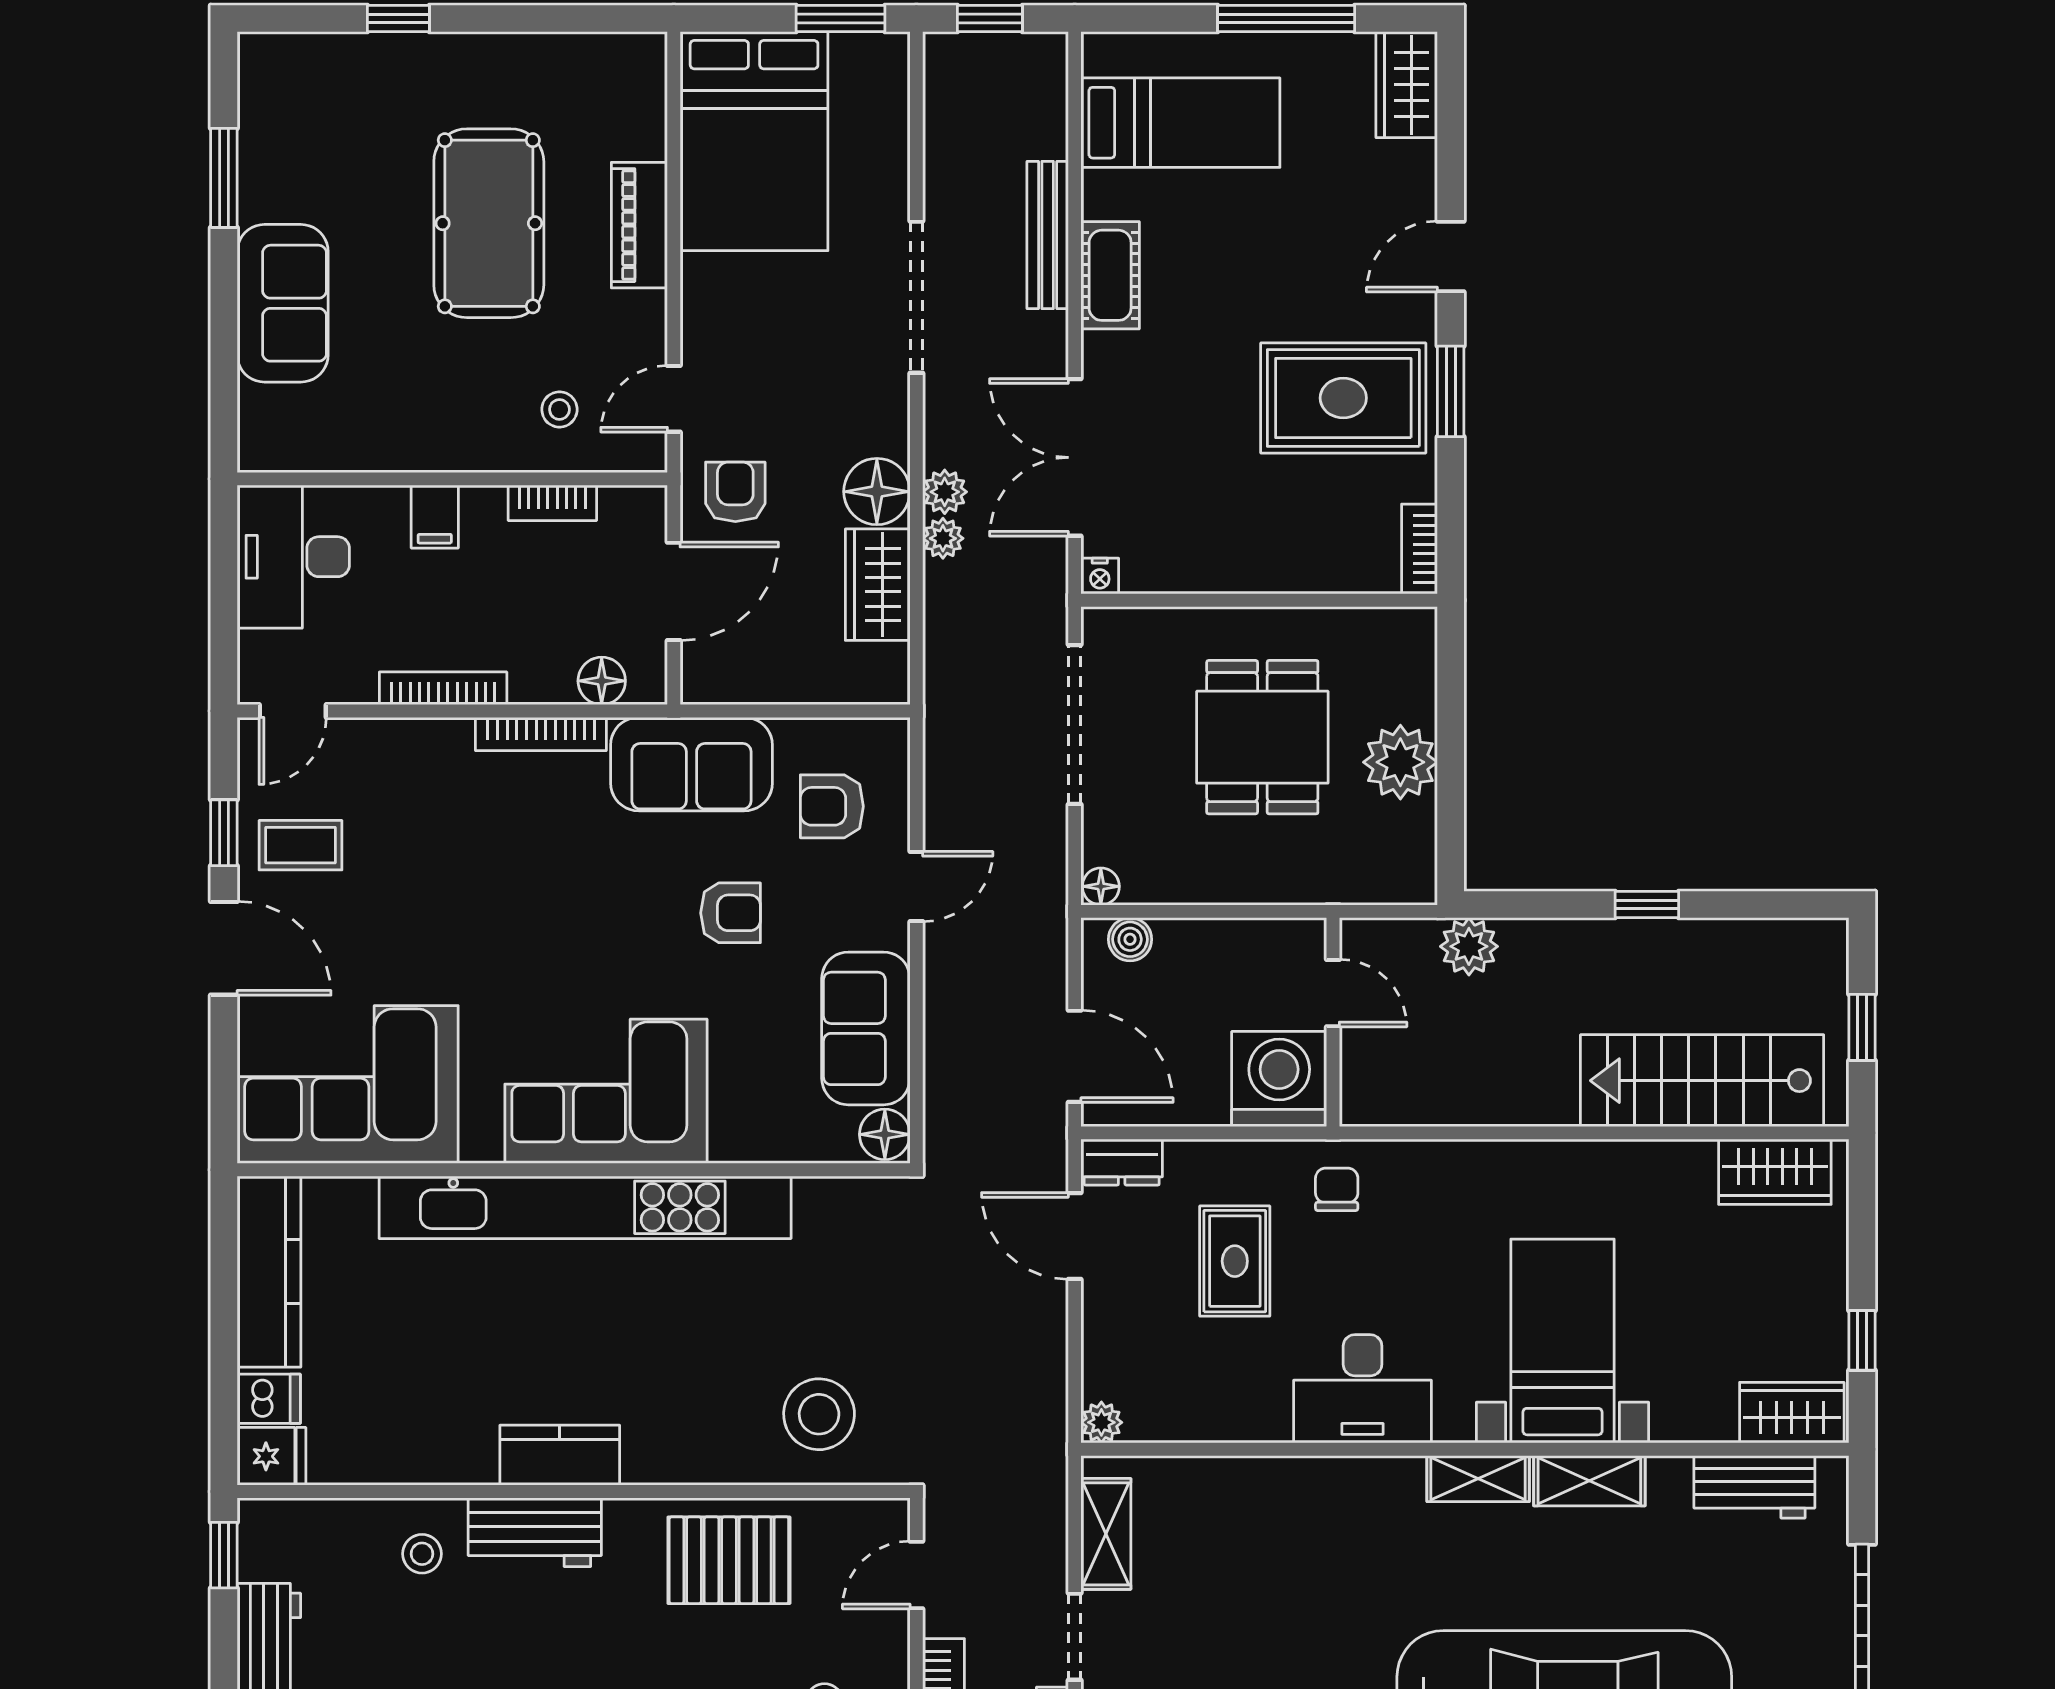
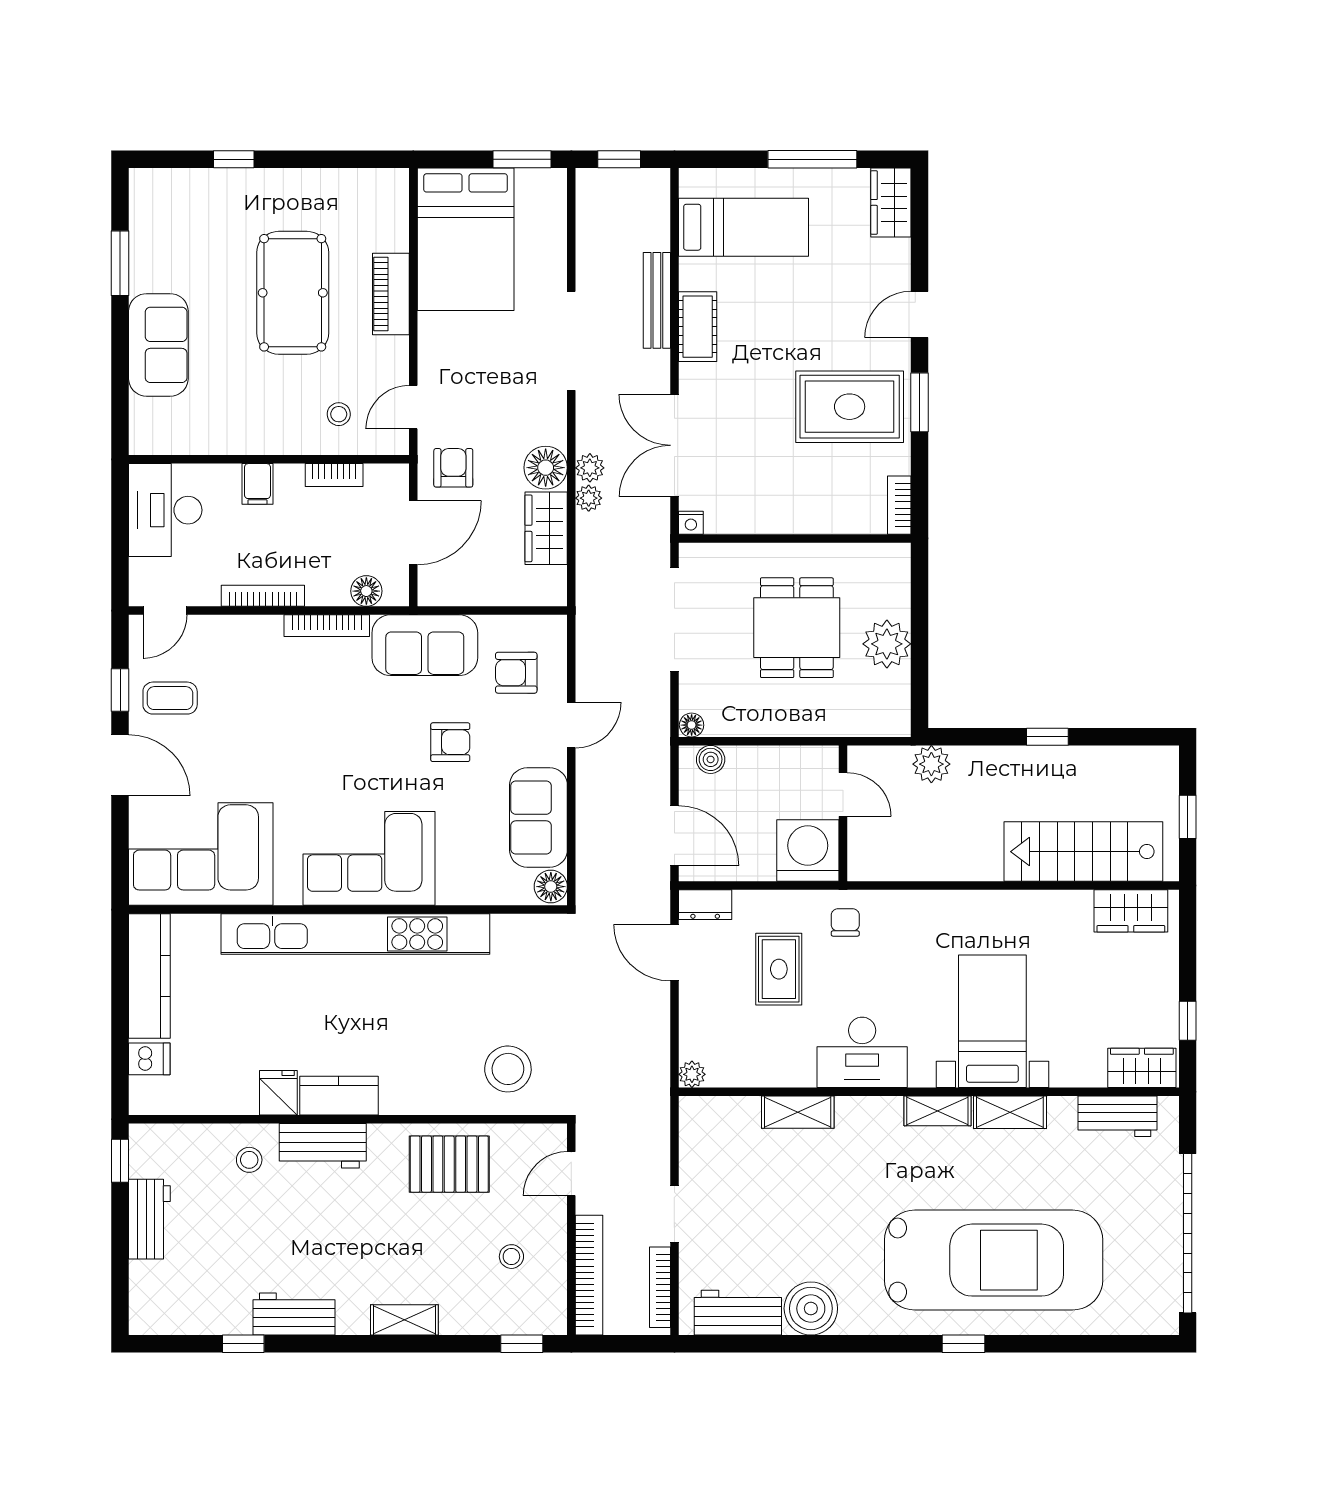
fridge: (271, 1456) -> (278, 1093), moved, turned -90
shelving: (1106, 1534) -> (798, 1112), moved, turned 90

